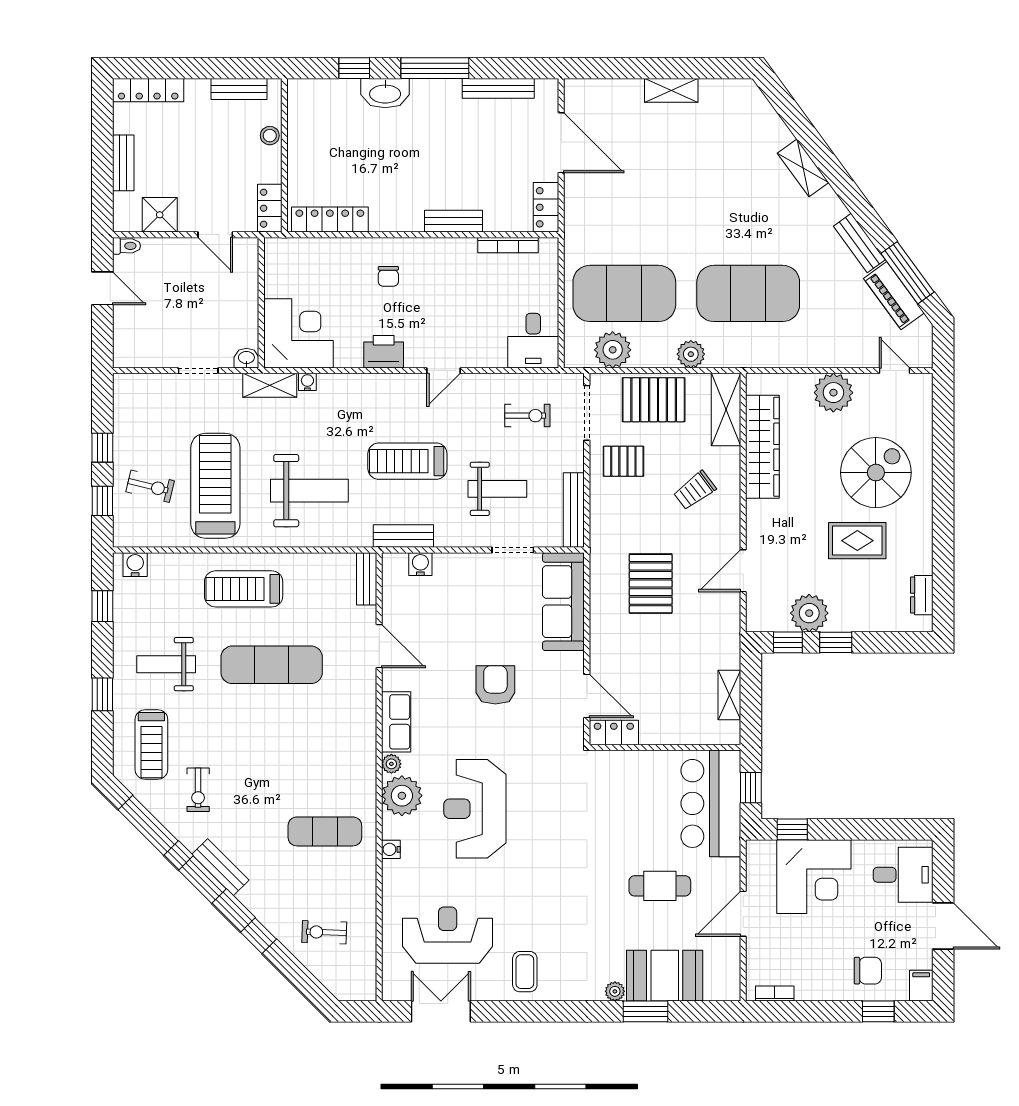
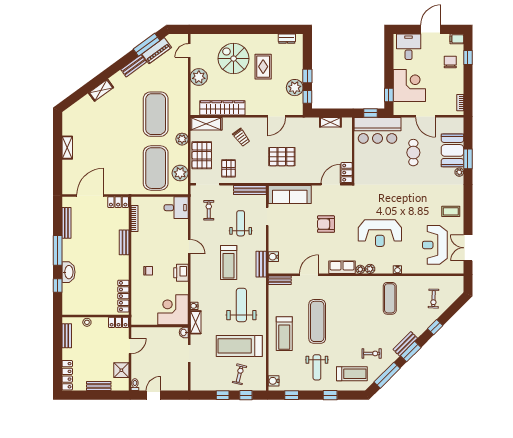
door: (743, 571) -> (276, 116), hinge flipped
plant: (402, 796) -> (370, 269), width x0.53, depth x0.53

